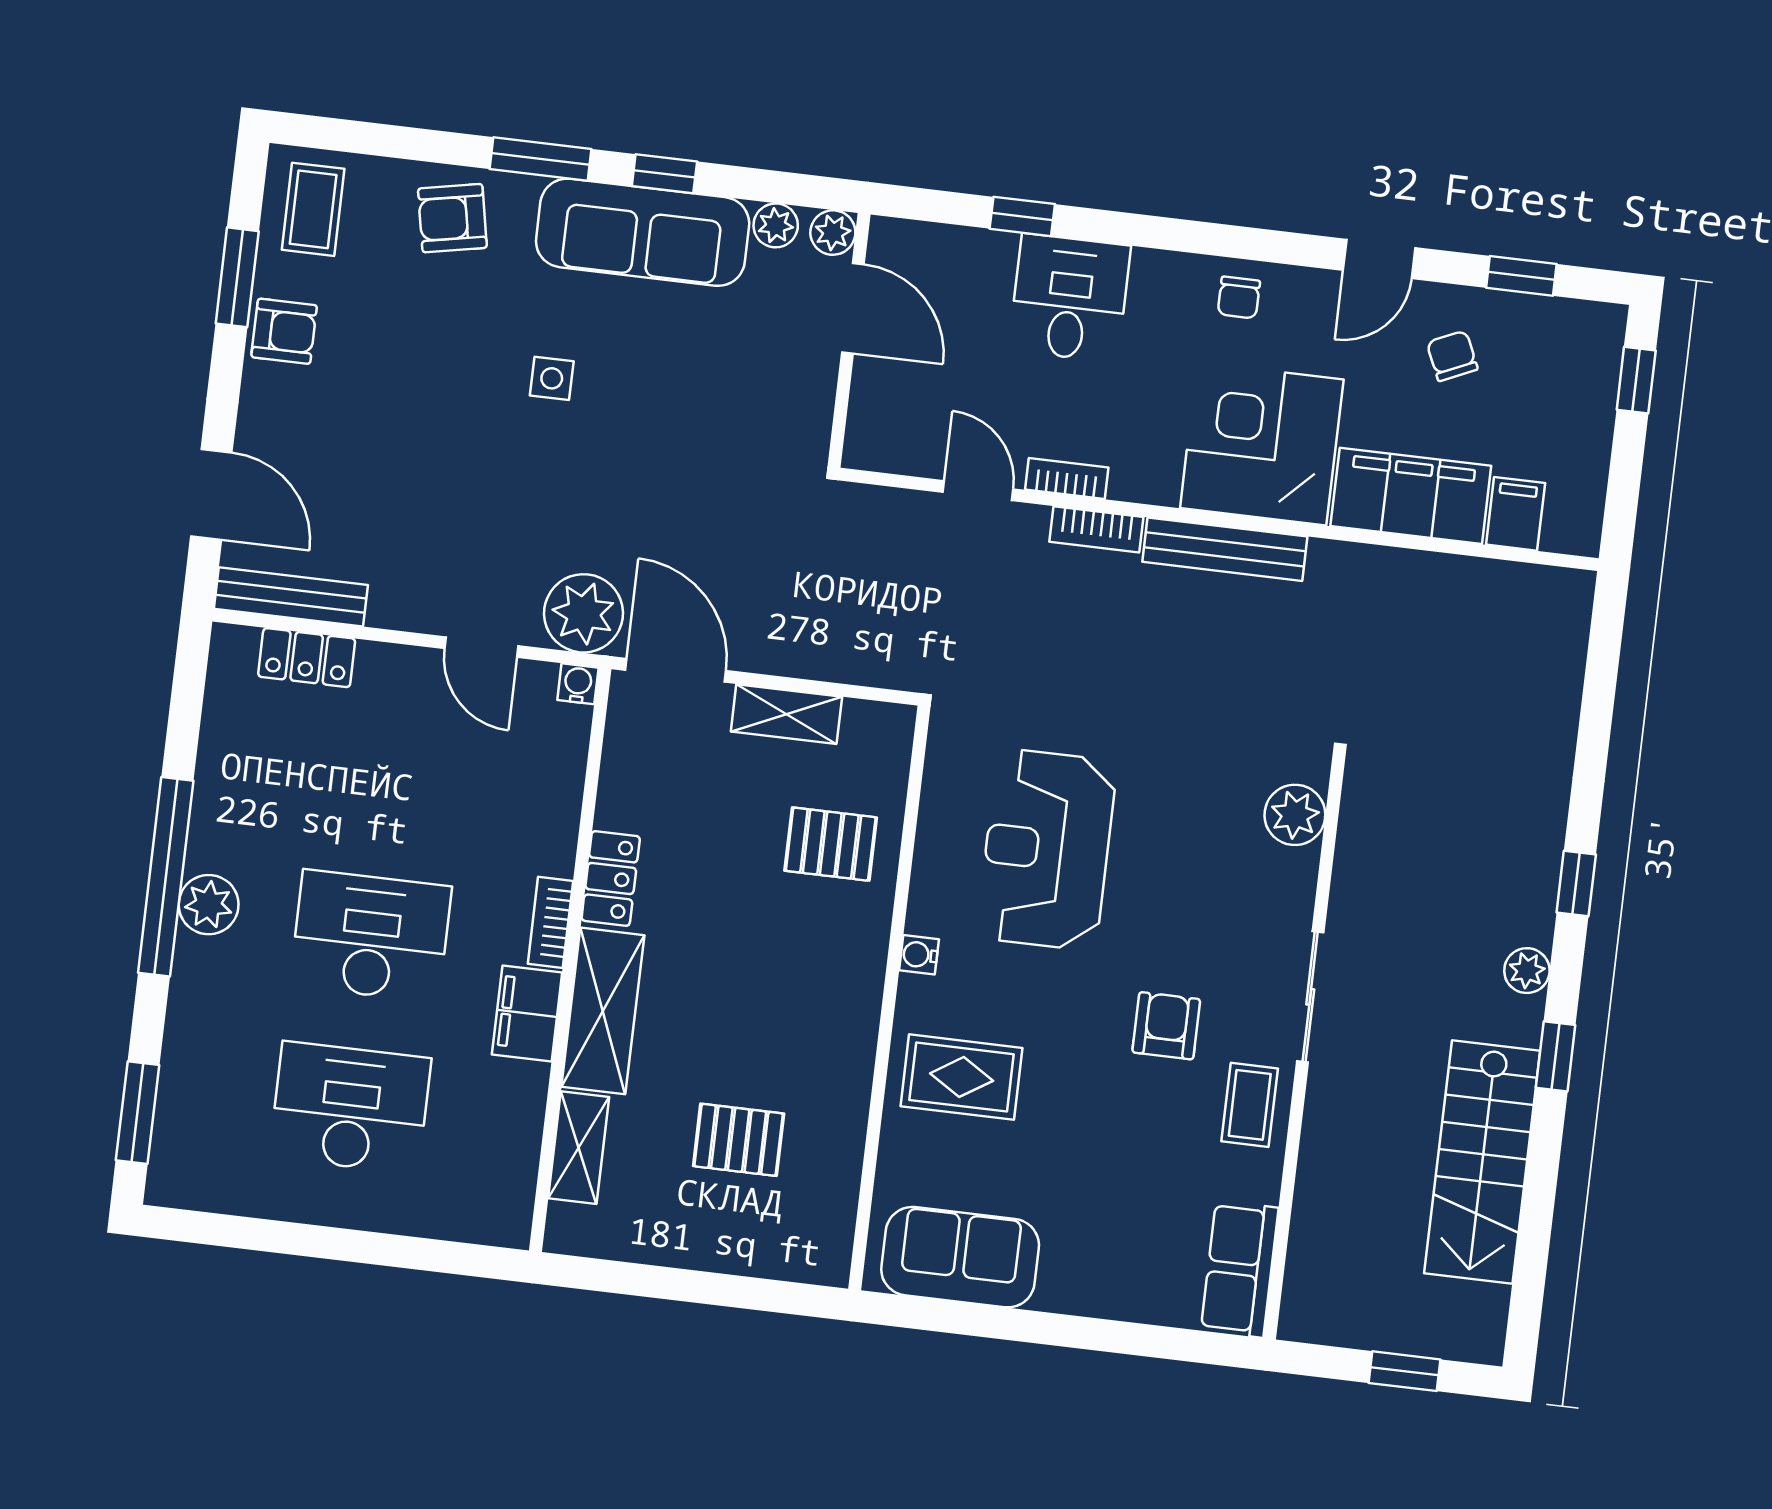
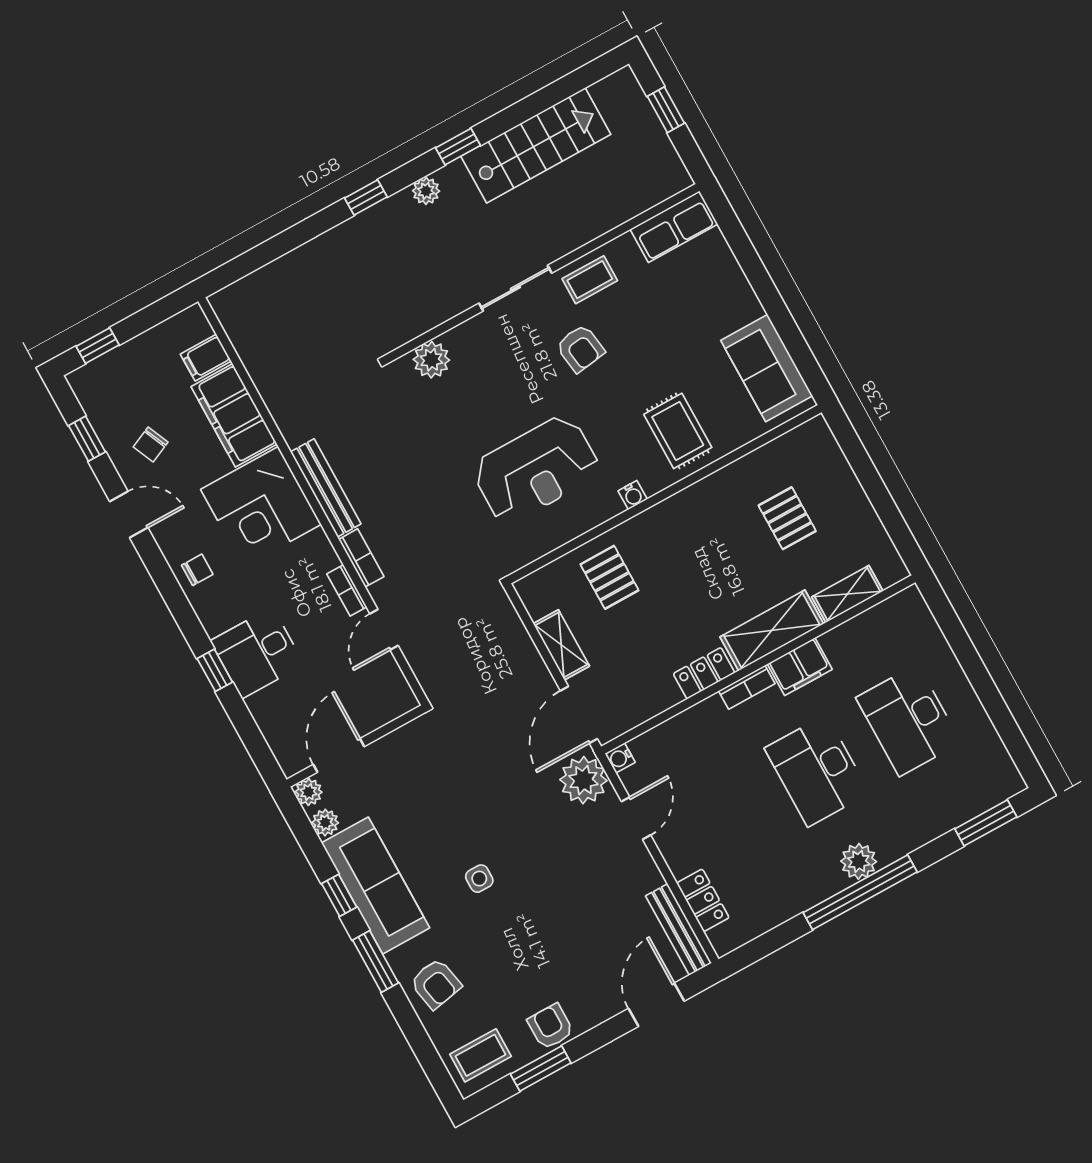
window: (1022, 216) -> (215, 670), moved
armchair: (1166, 1026) -> (580, 348), turned -98

